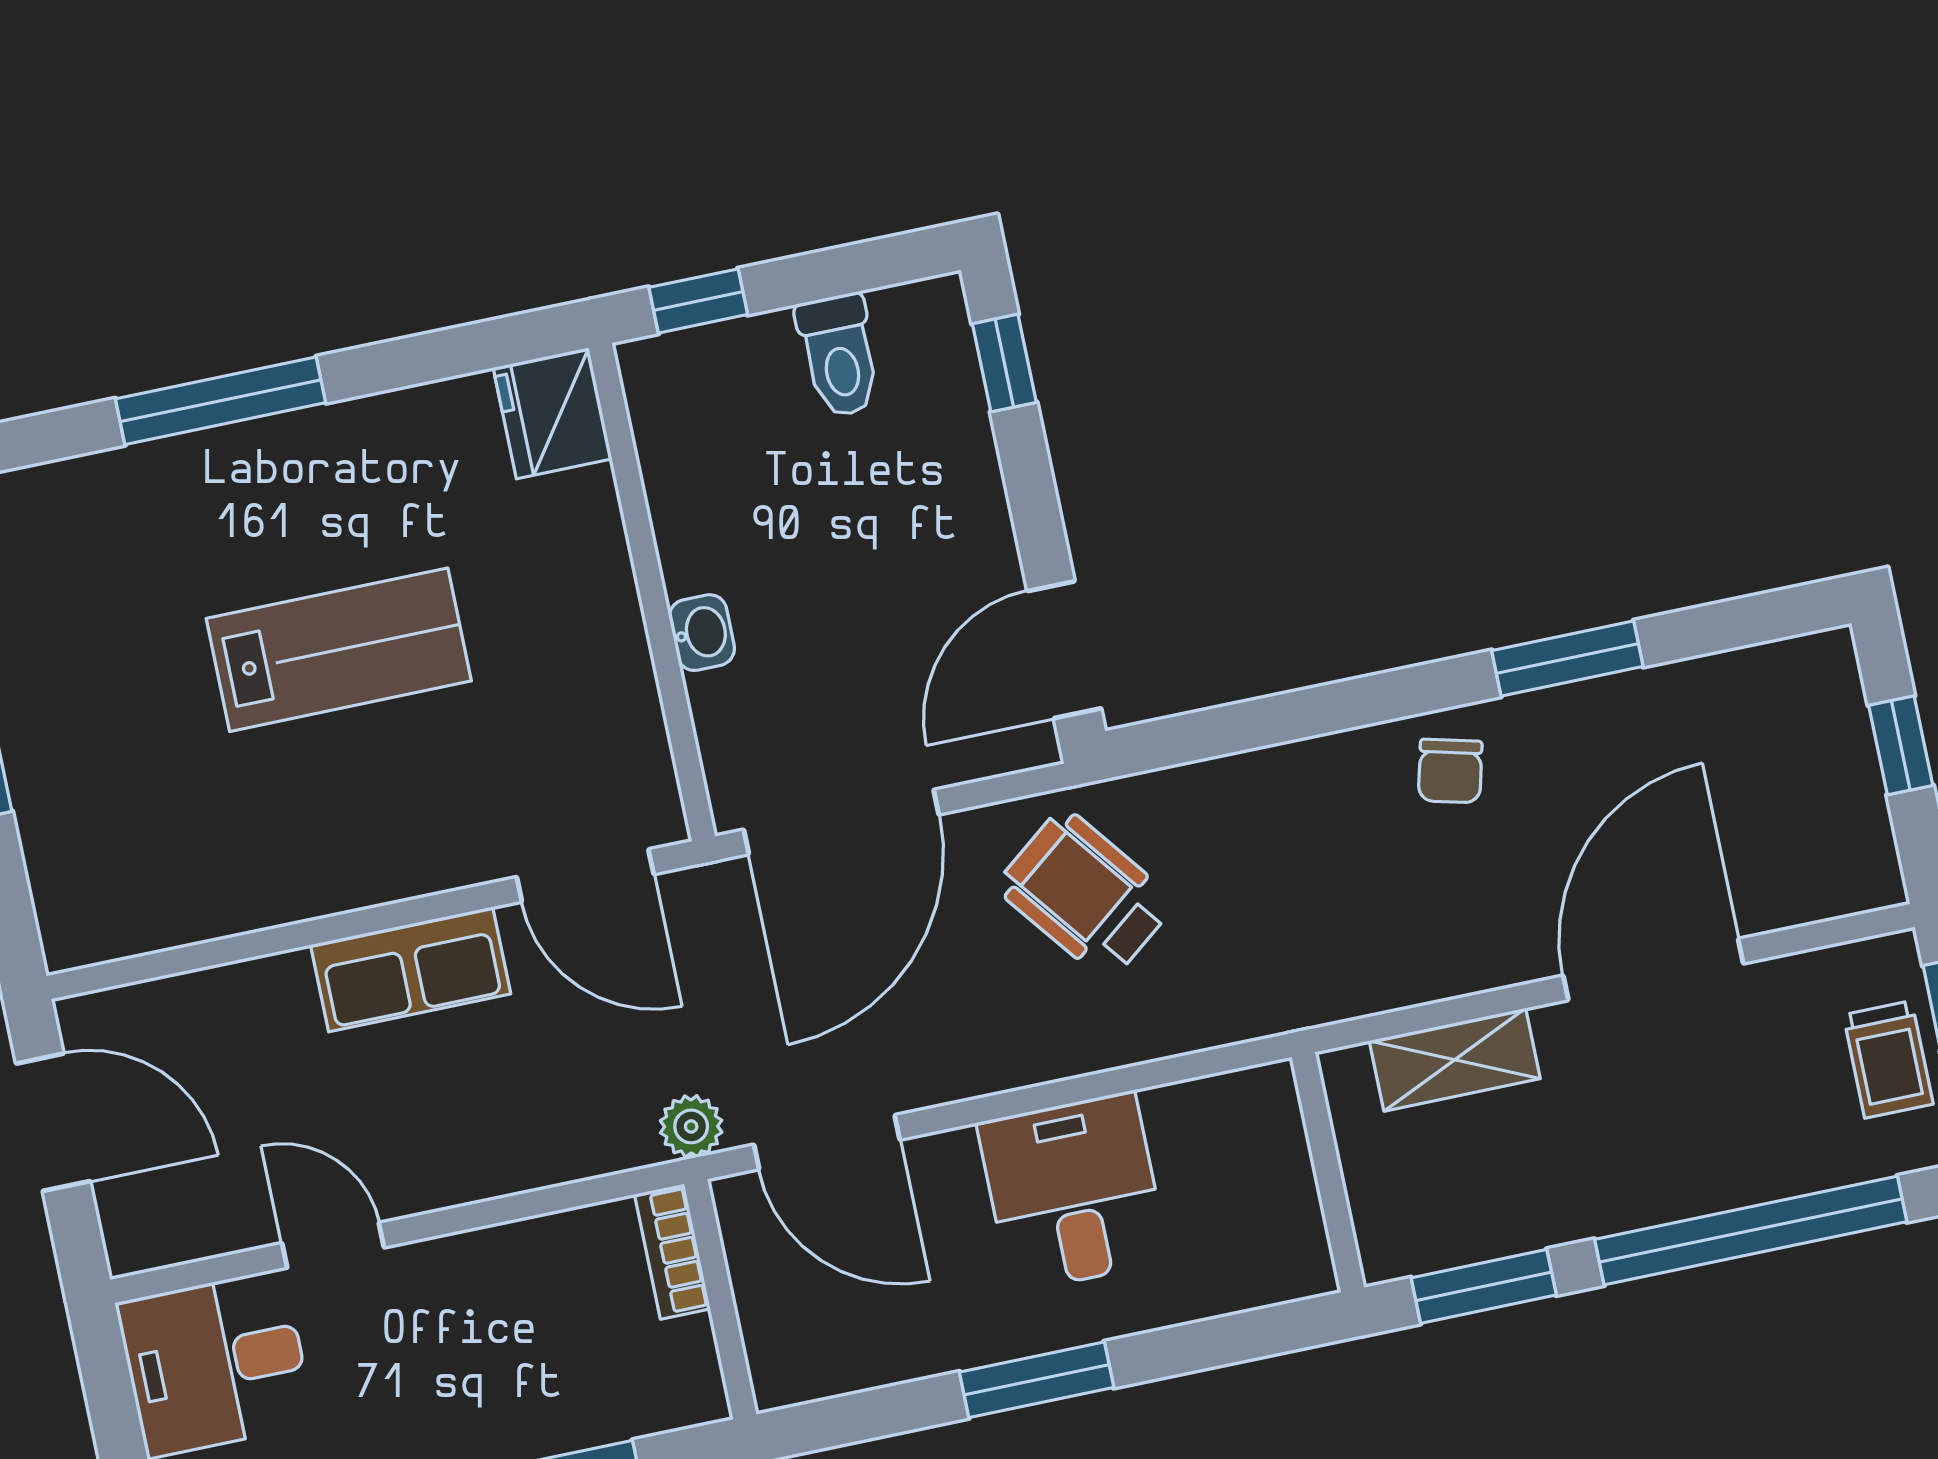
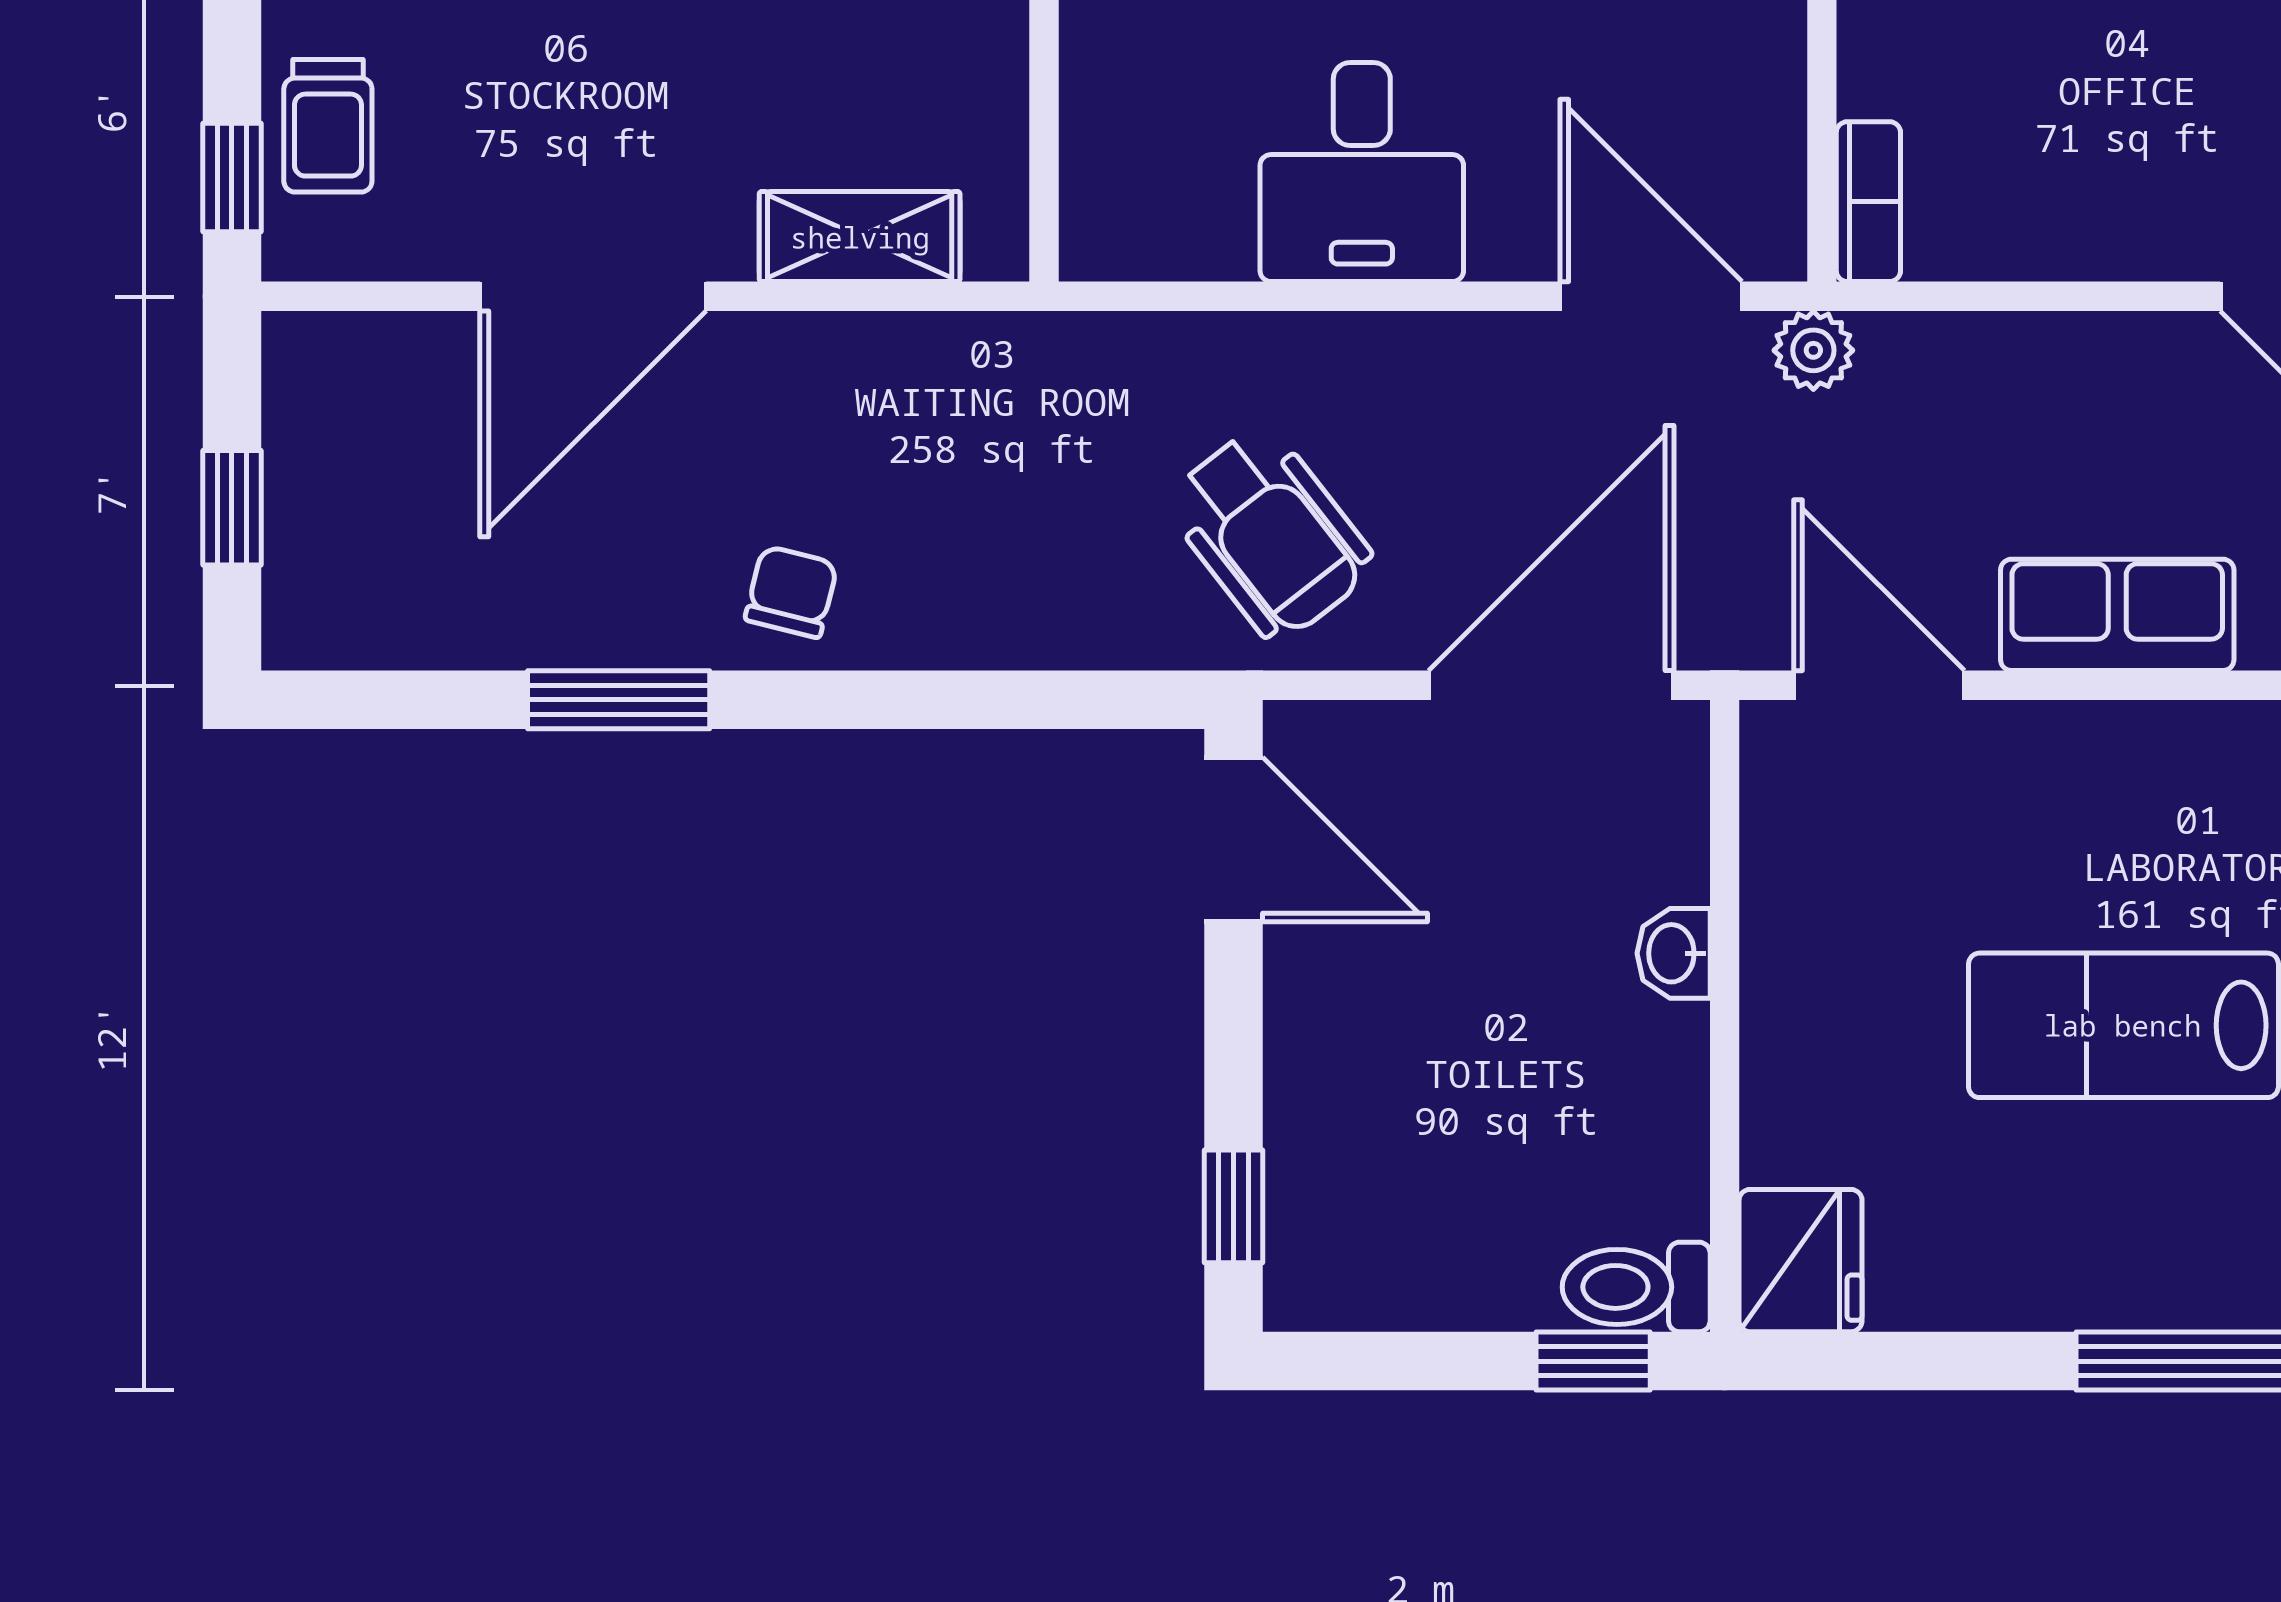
toilet: (839, 356) -> (1636, 1287), moved, turned -90
door: (1064, 650) -> (1234, 839), hinge flipped
trolley: (1888, 1059) -> (328, 126), turned 180

